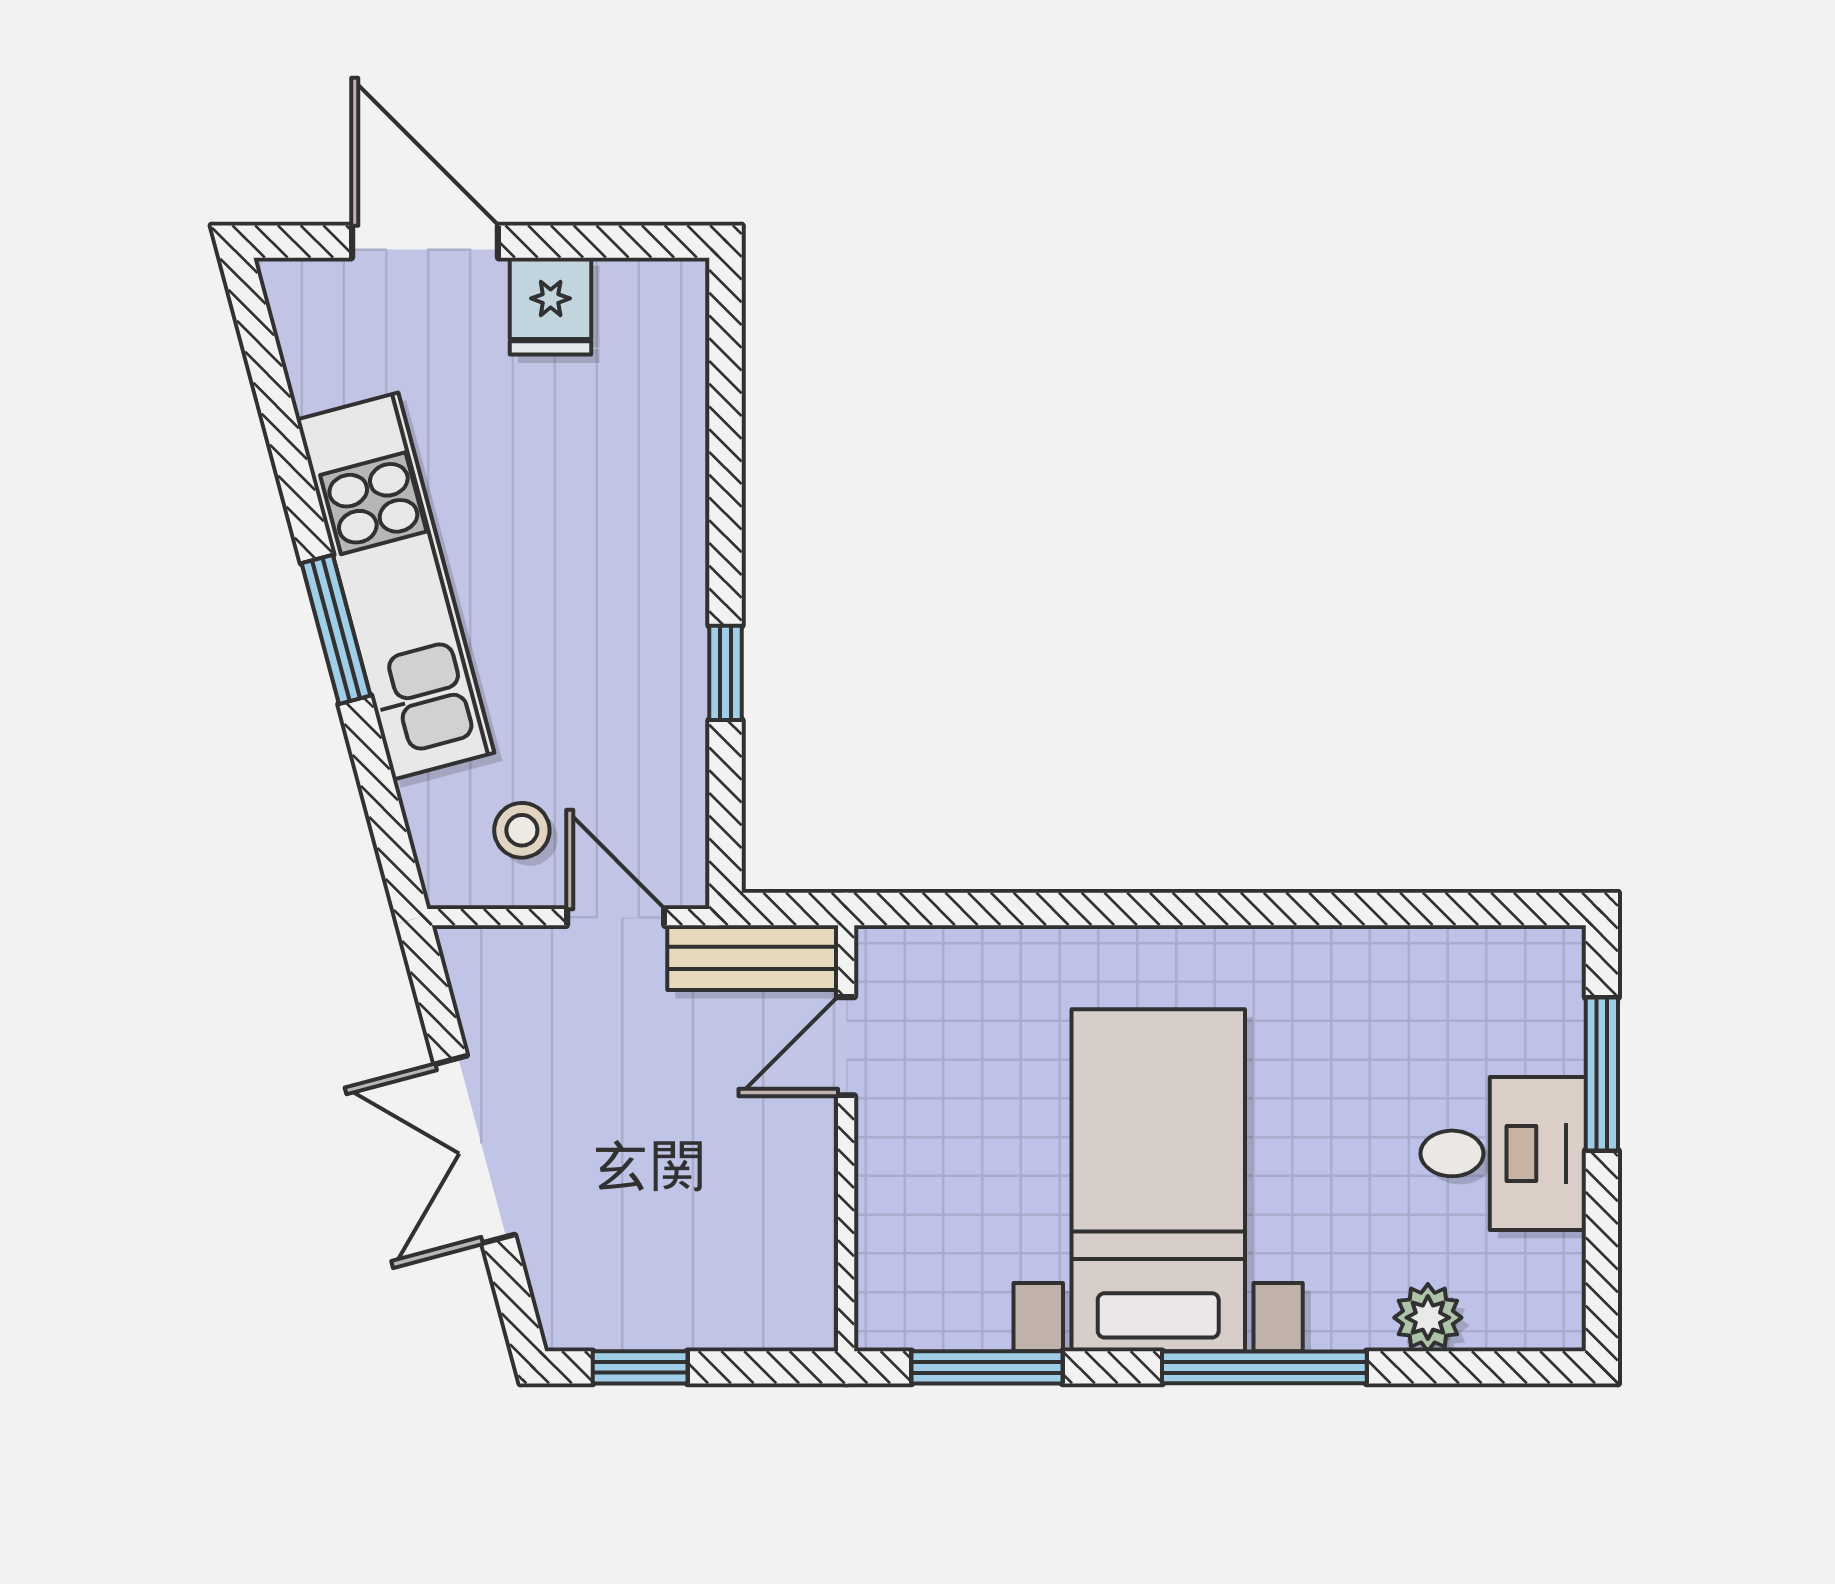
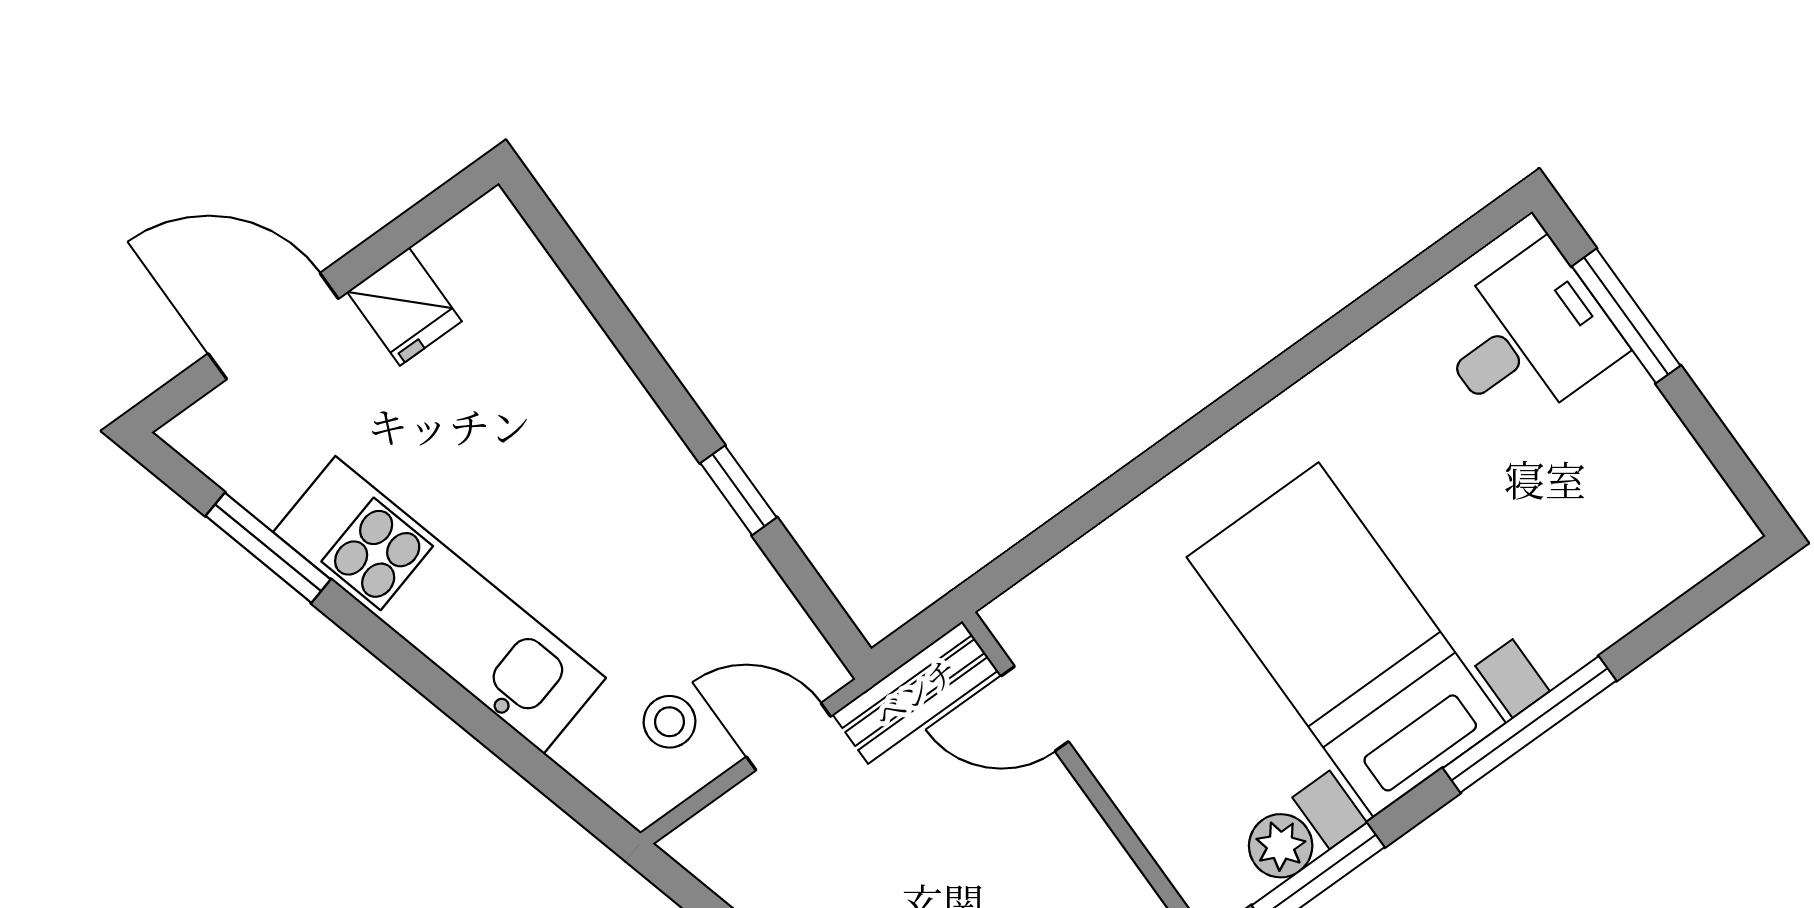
window: (336, 629) -> (268, 548), moved
door: (846, 1046) -> (1035, 709), hinge flipped
desk: (1503, 1153) -> (1527, 337), moved
plant: (1428, 1318) -> (1281, 846), moved

